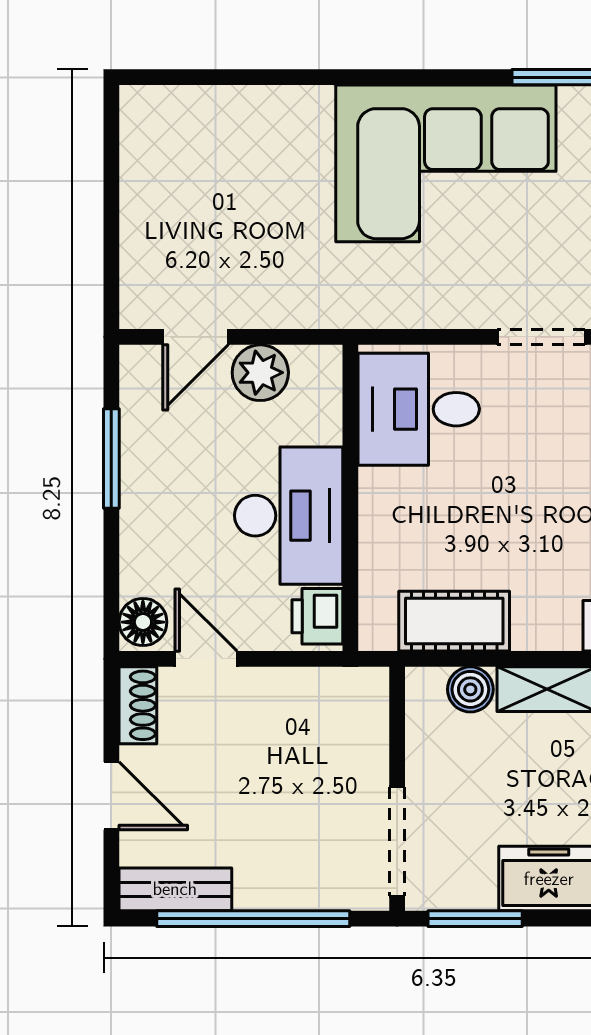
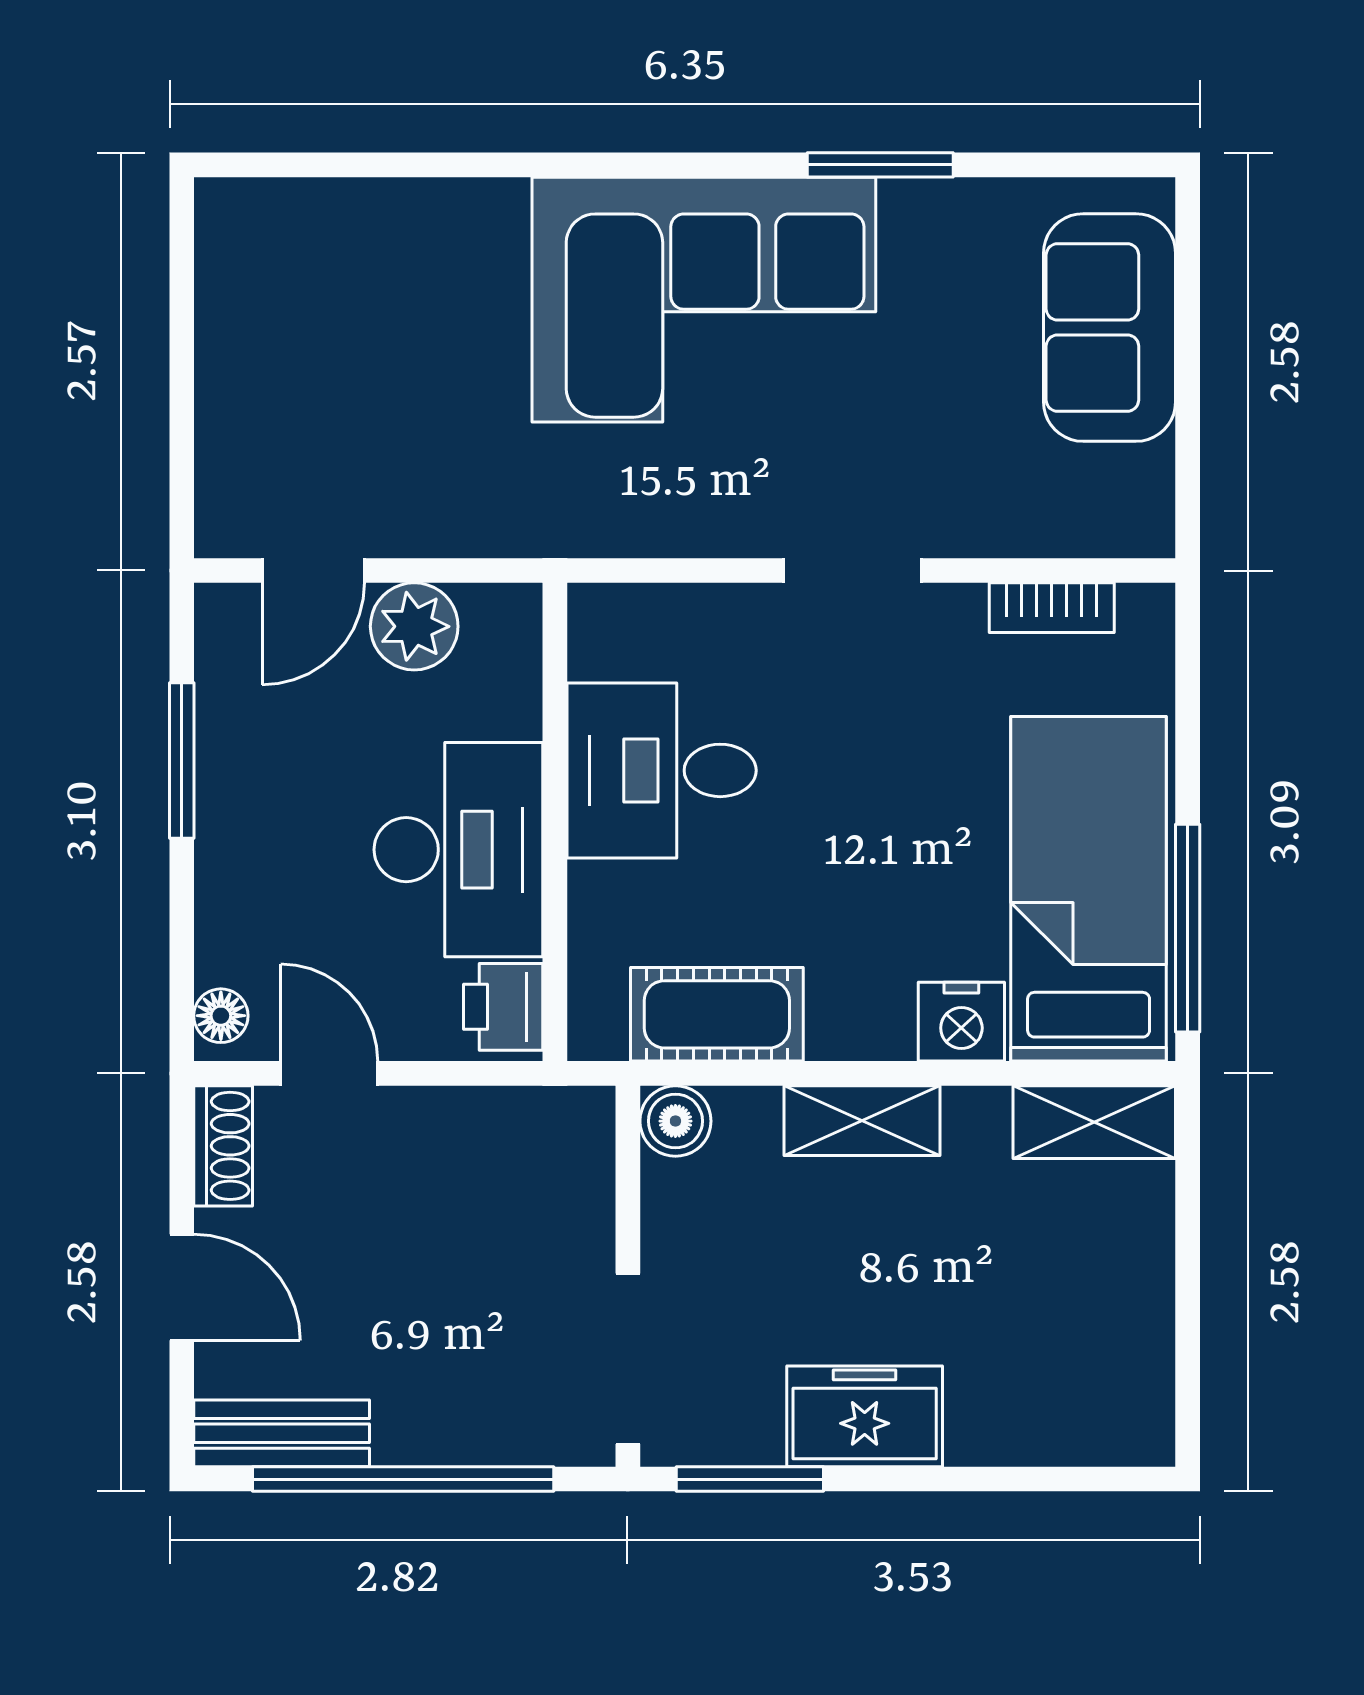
desk: (419, 409) -> (662, 770), moved
floor lamp: (143, 622) -> (221, 1016), width x0.73, depth x0.73
boiler: (470, 689) -> (675, 1121), moved

